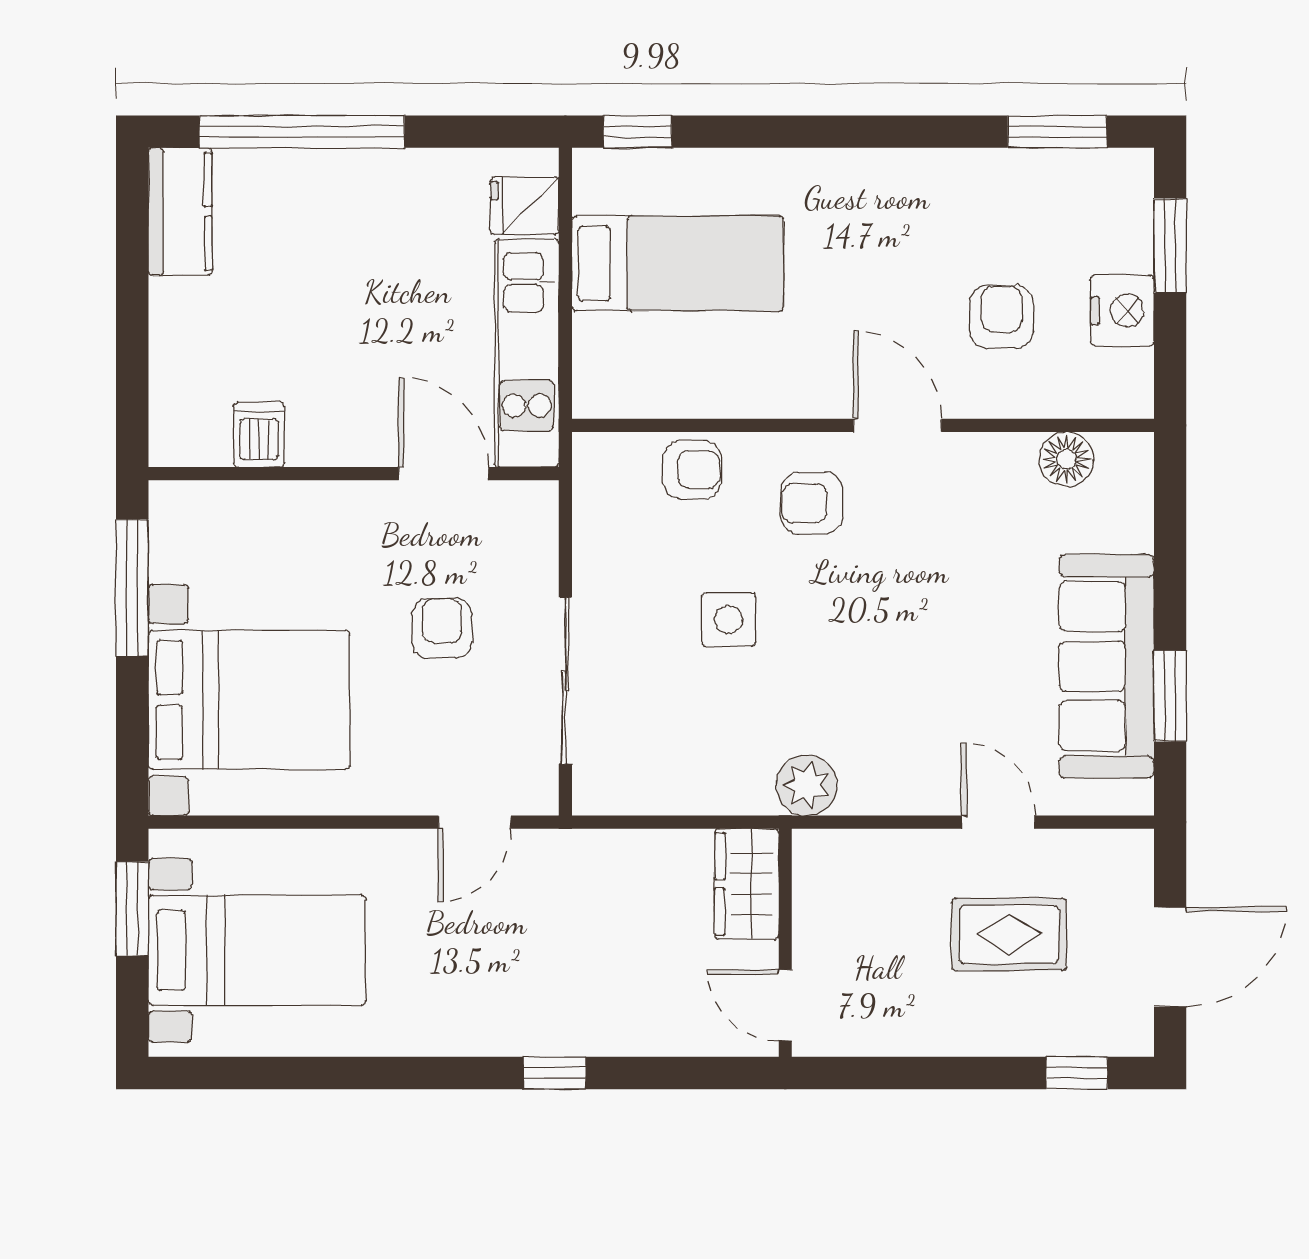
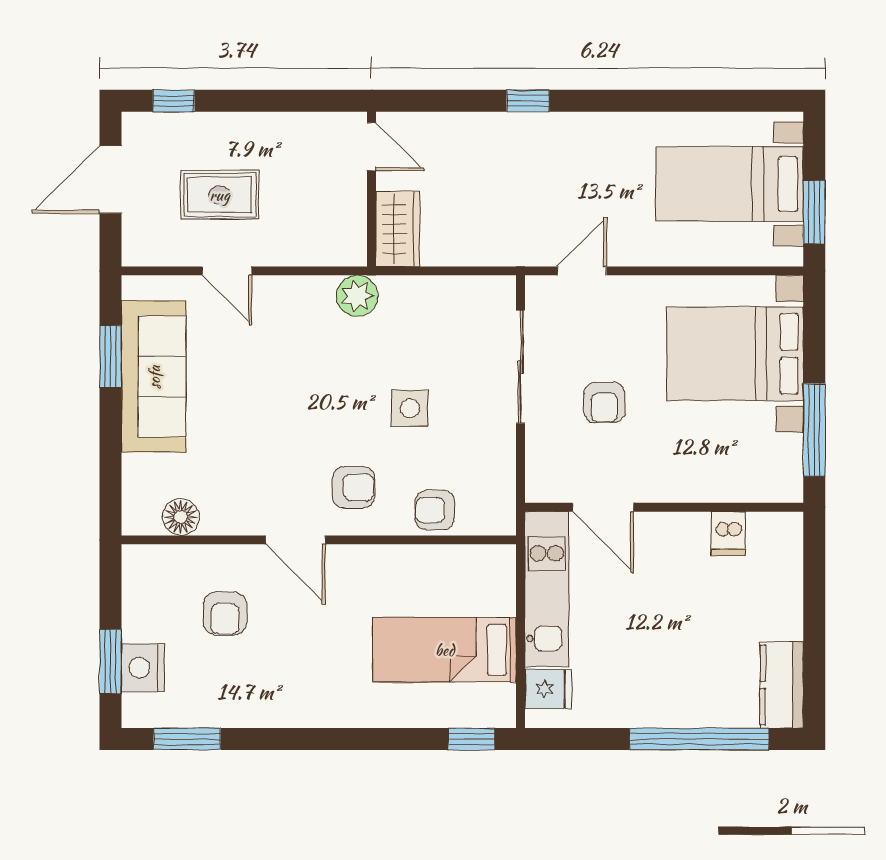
nightstand: (1122, 311) -> (143, 668), moved

